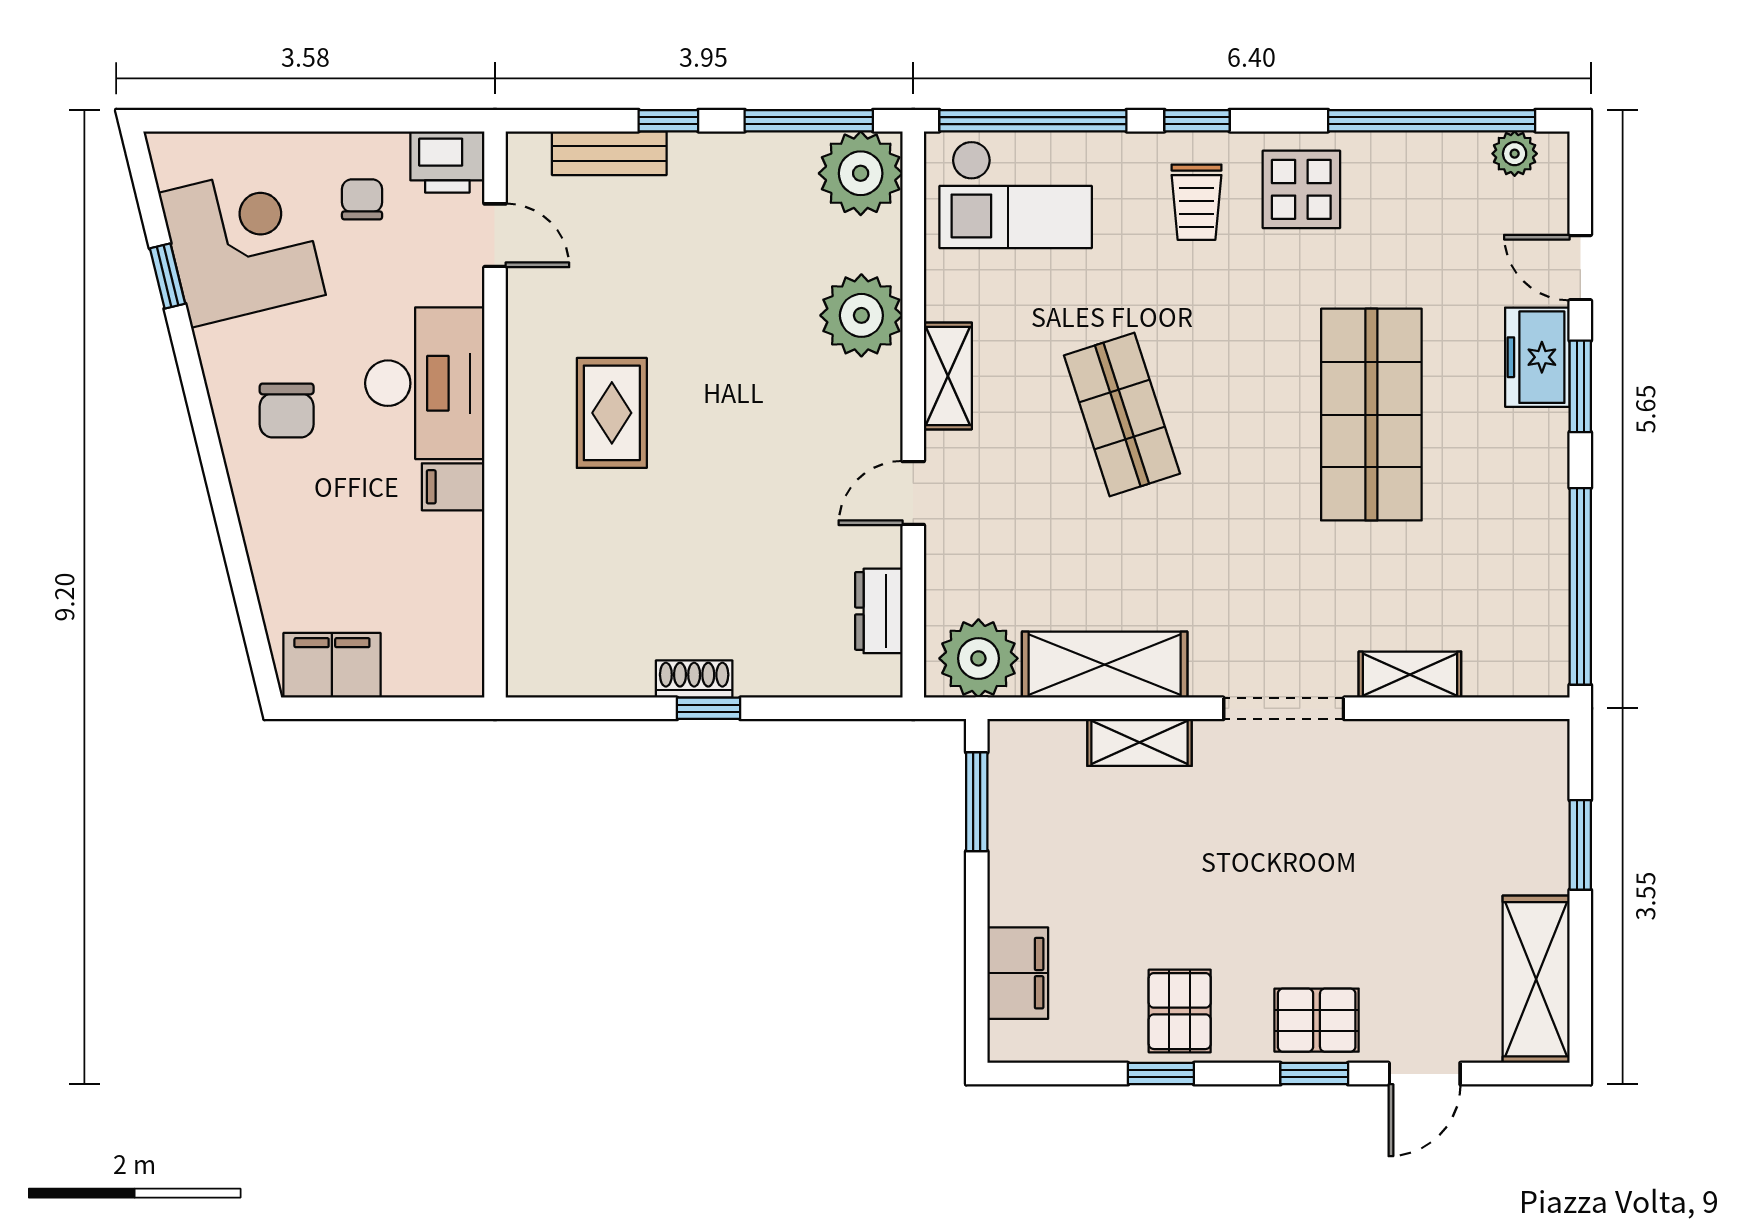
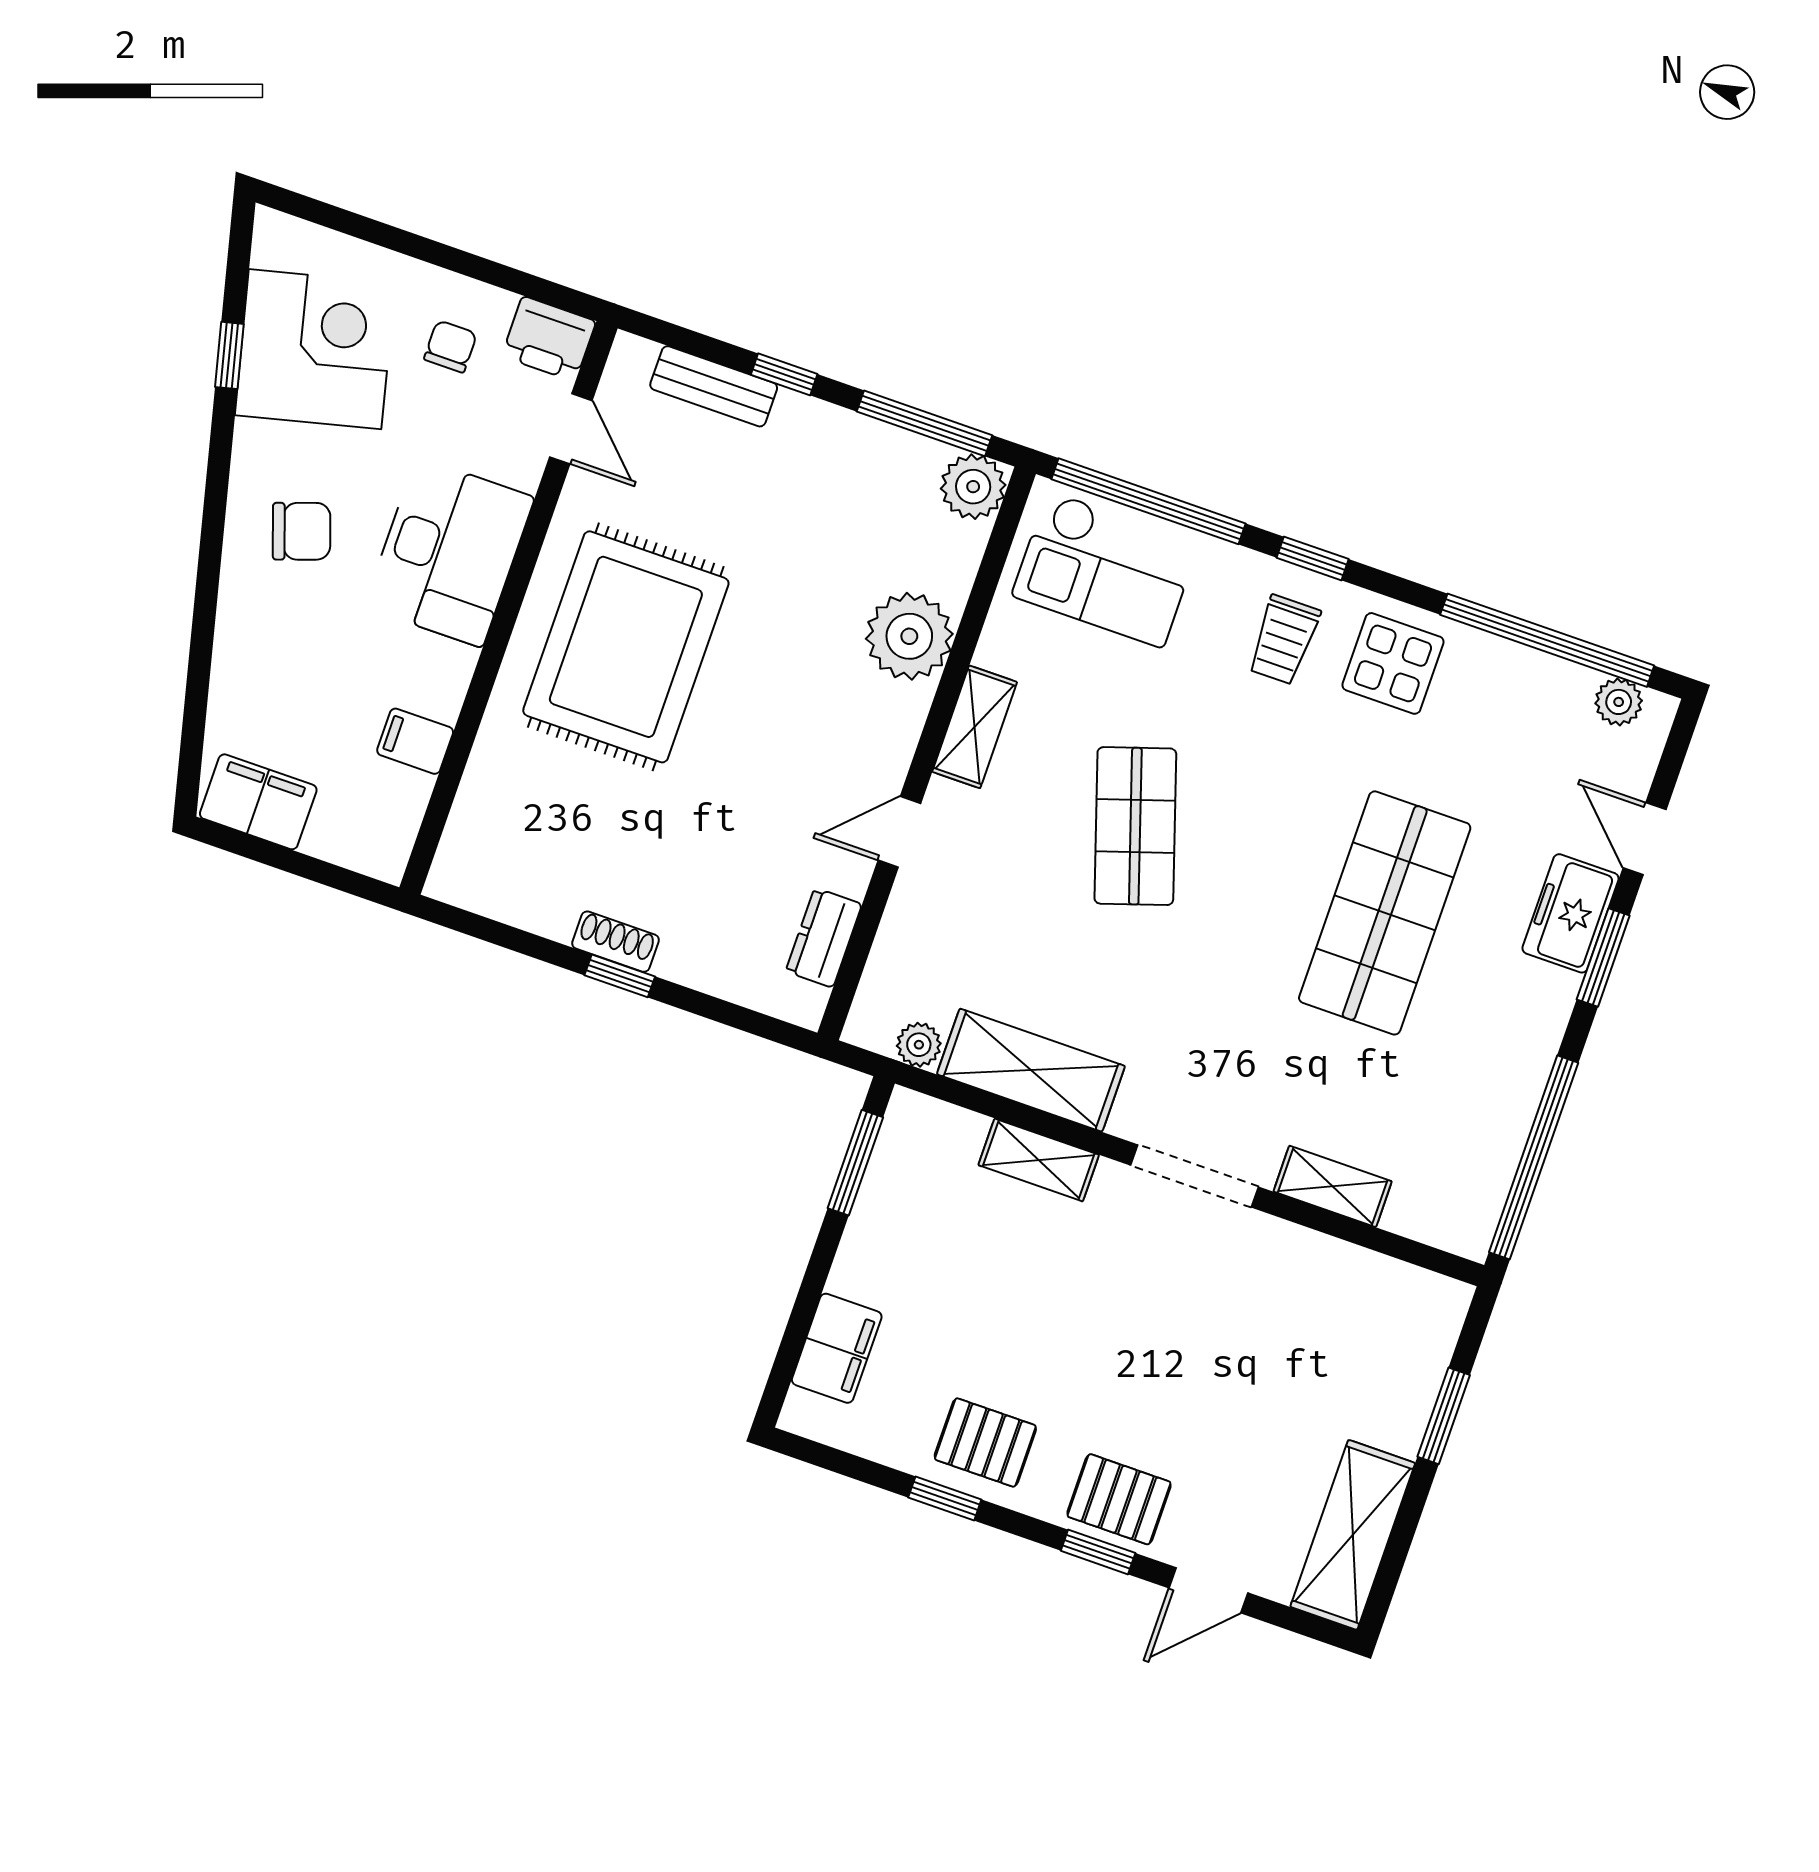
plant: (861, 173) -> (973, 487), width x0.73, depth x0.73
chair: (287, 411) -> (302, 531), turned -109
rug: (612, 413) -> (626, 647), width x1.86, depth x2.06
filing cabinet: (453, 487) -> (415, 741), moved
plant: (978, 658) -> (919, 1045), width x0.53, depth x0.53
pallet: (1180, 1011) -> (985, 1443), turned 90

